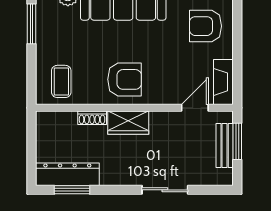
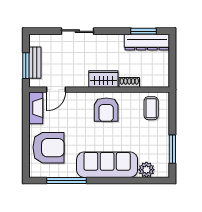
armchair: (205, 26) -> (48, 148), width x1.36, depth x1.36
armchair: (125, 79) -> (106, 110), turned -90

